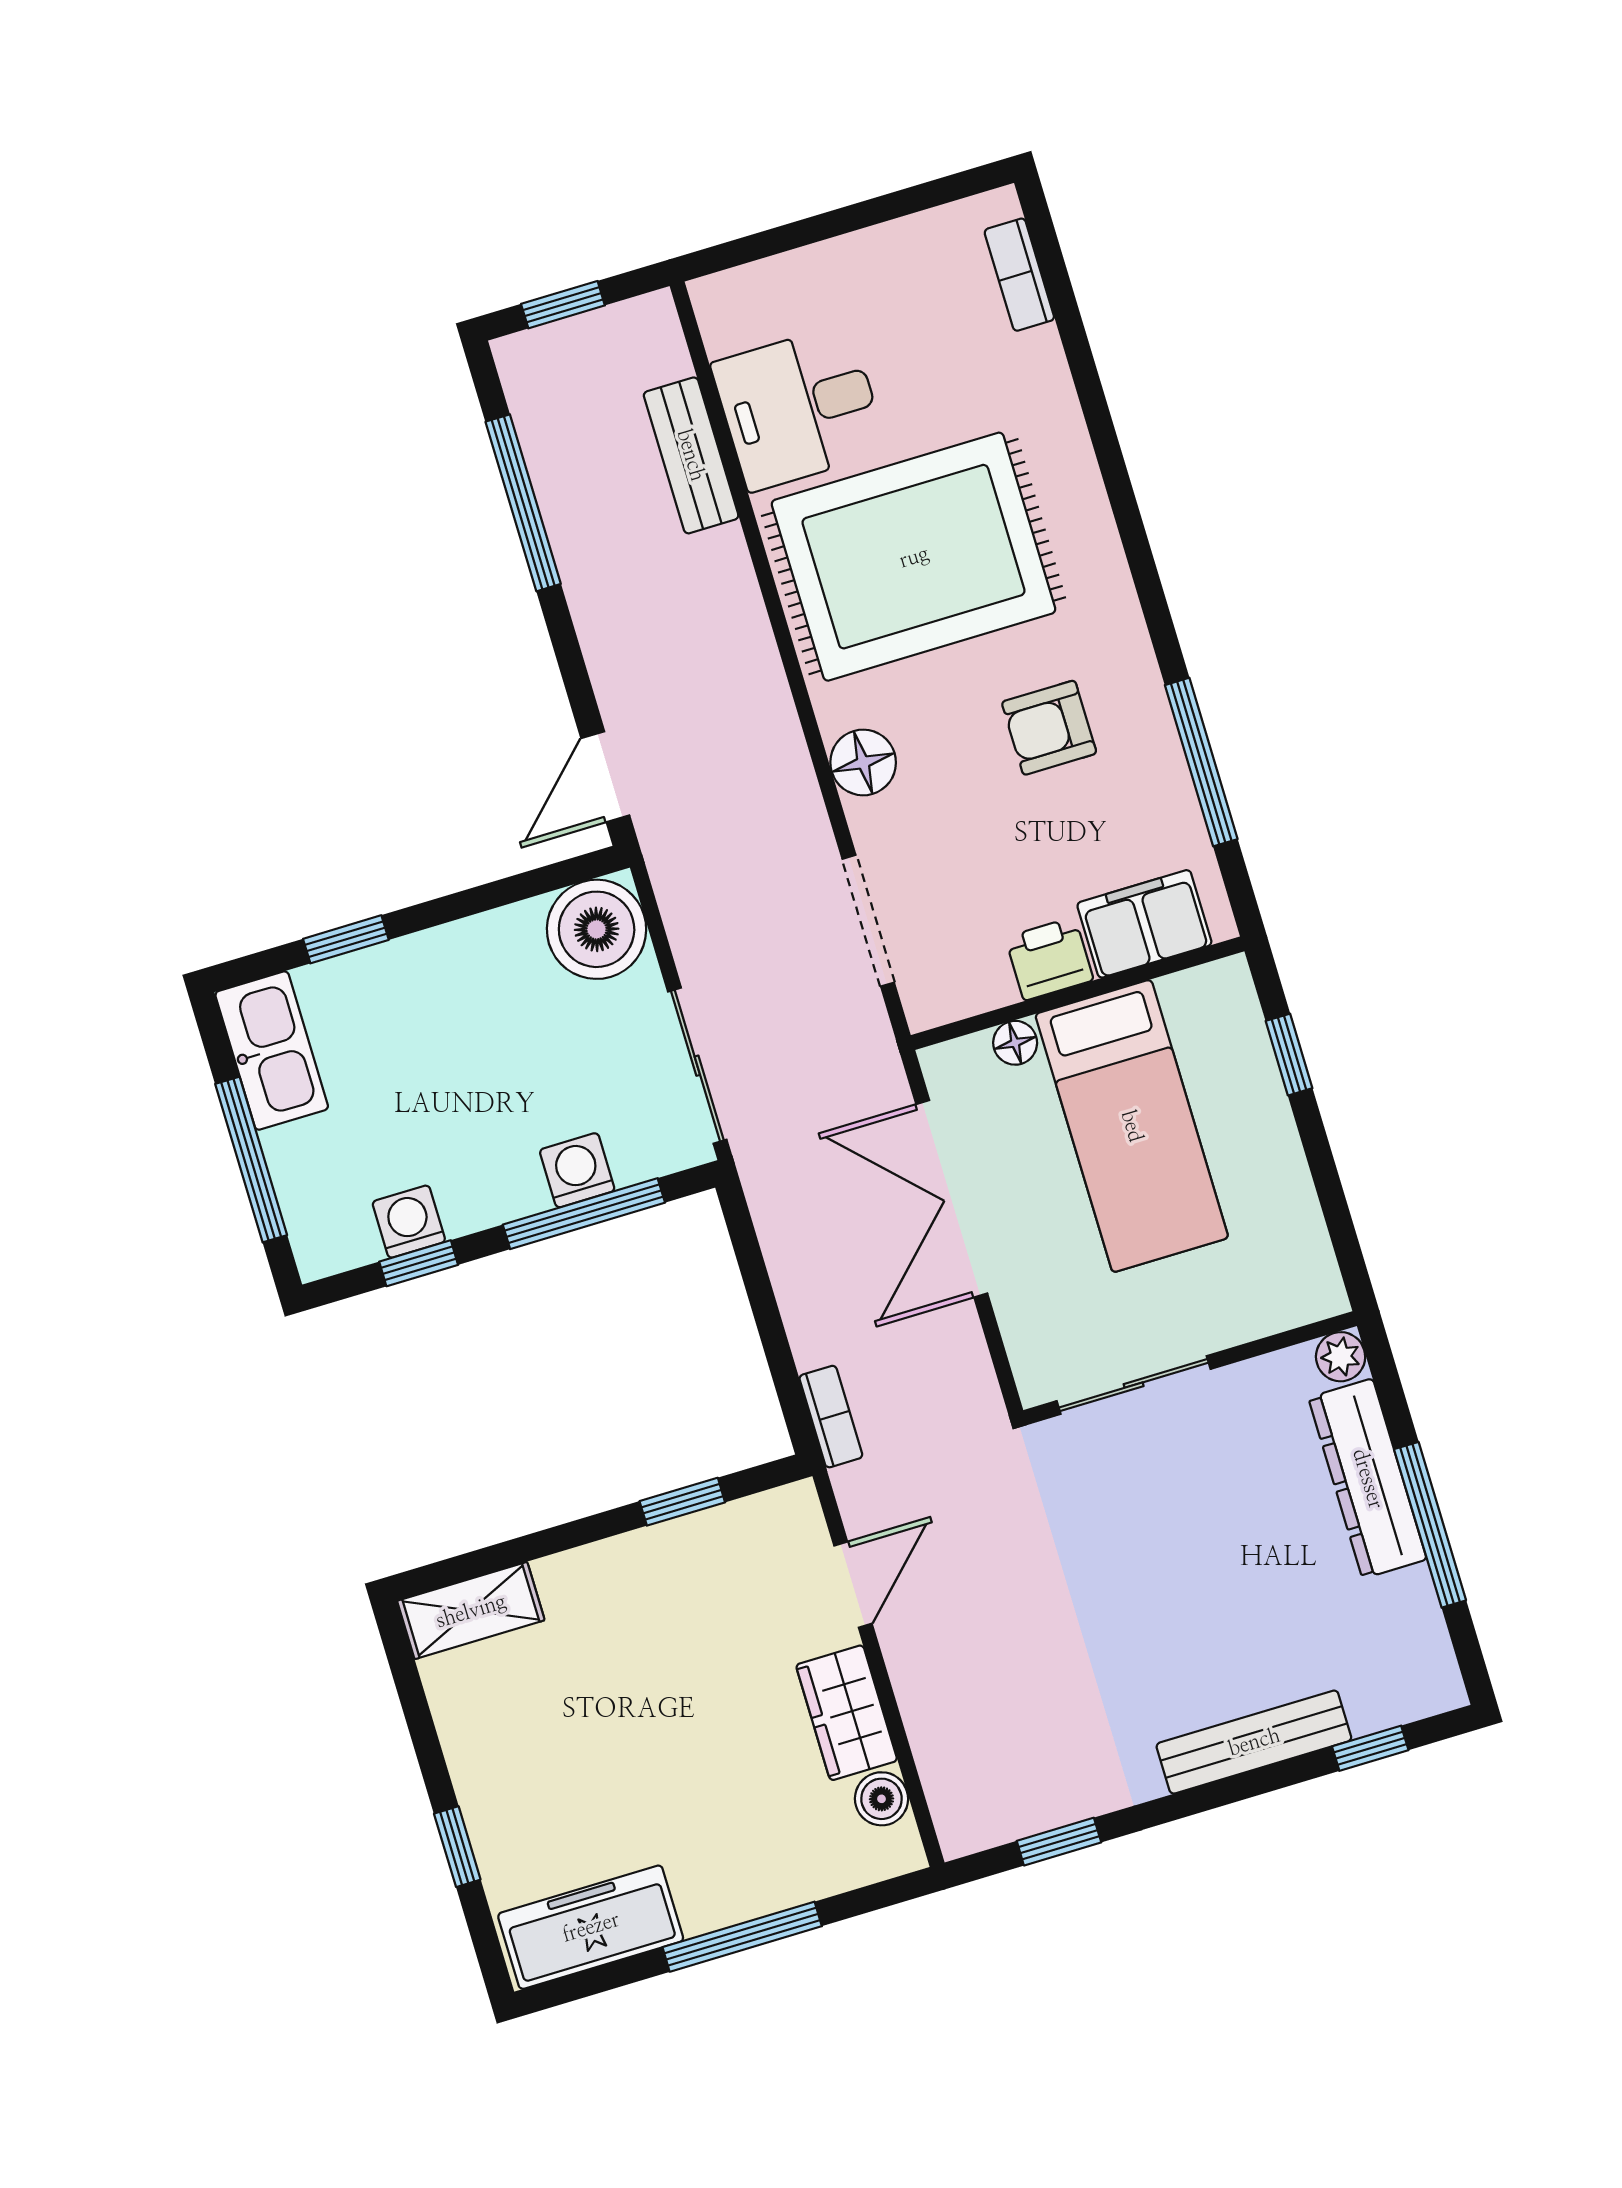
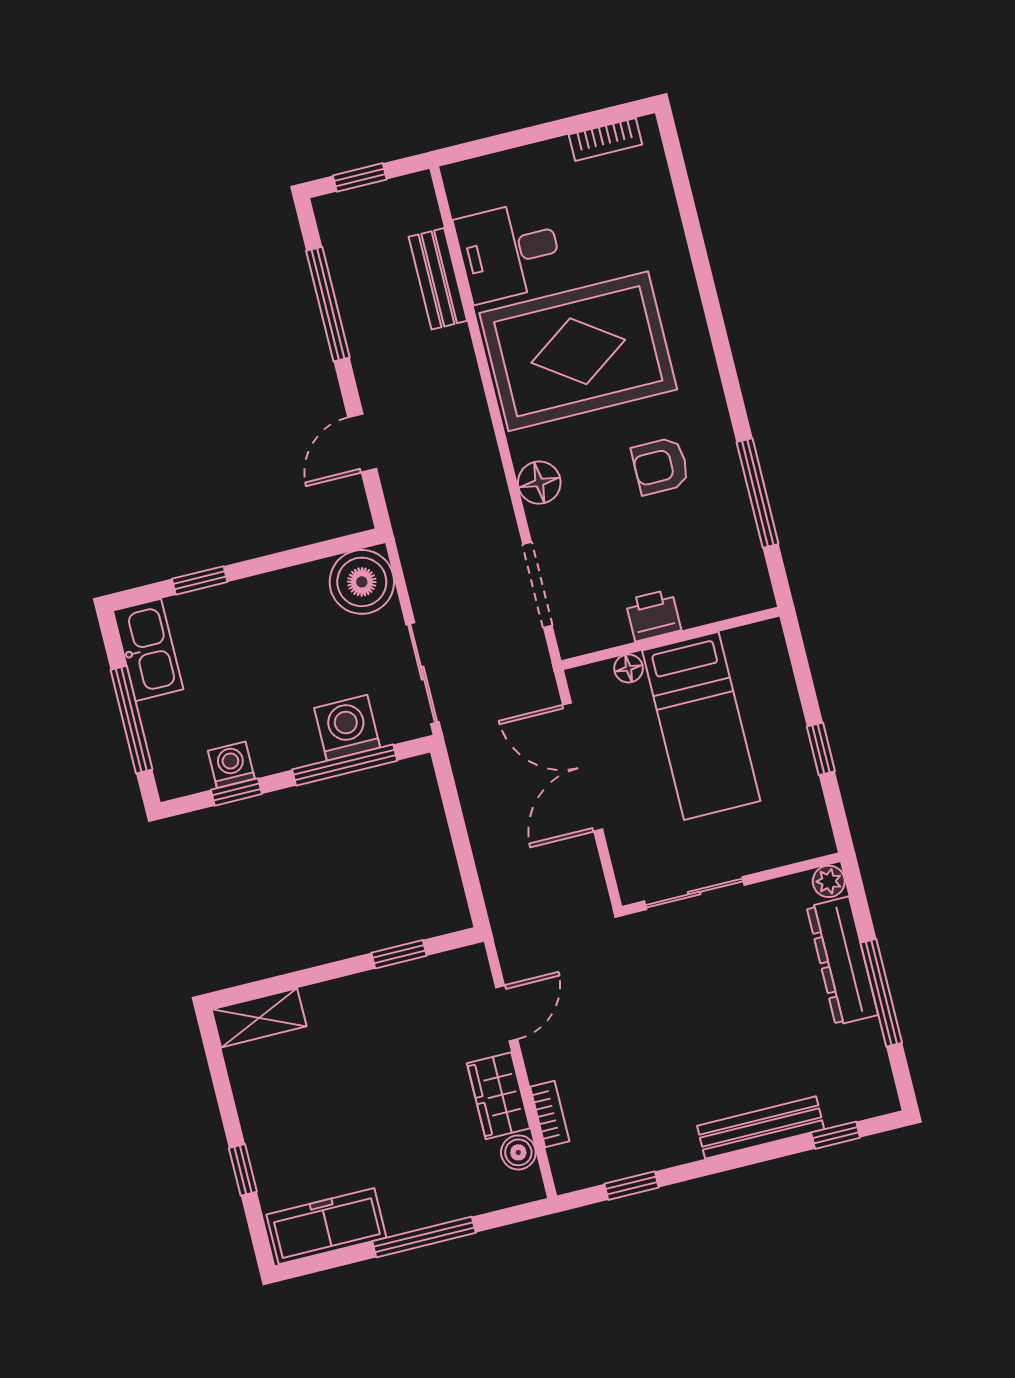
bookcase: (1019, 275) -> (605, 139), moved, turned -90
door: (605, 777) -> (362, 443), moved
filing cabinet: (1144, 924) -> (716, 596), removed
window: (1289, 1055) -> (821, 749), moved
washing machine: (577, 1170) -> (347, 728), width x1.38, depth x1.38
bookcase: (831, 1417) -> (550, 1114), moved

